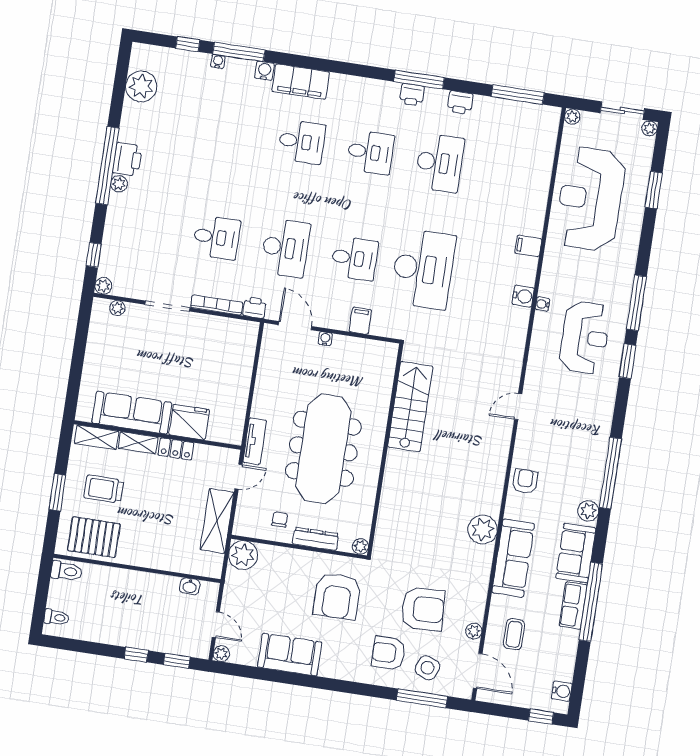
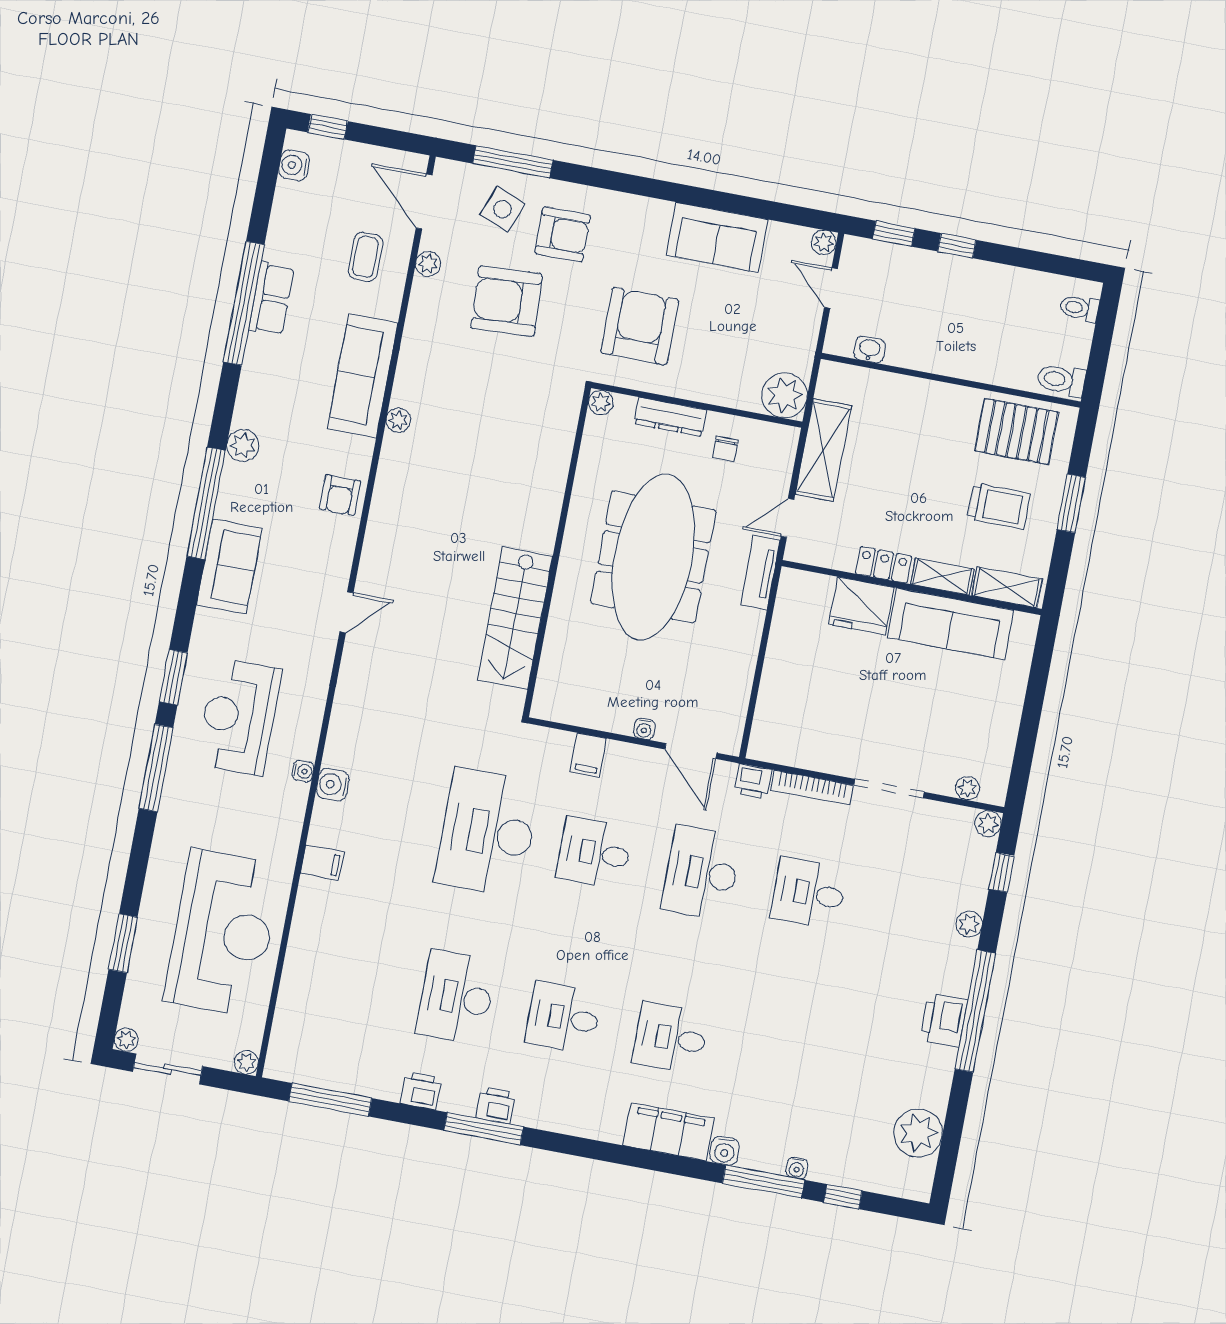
plant: (119, 184) -> (969, 924), moved
plant: (483, 529) -> (398, 420), width x0.53, depth x0.53
sofa: (576, 553) -> (229, 566), moved

